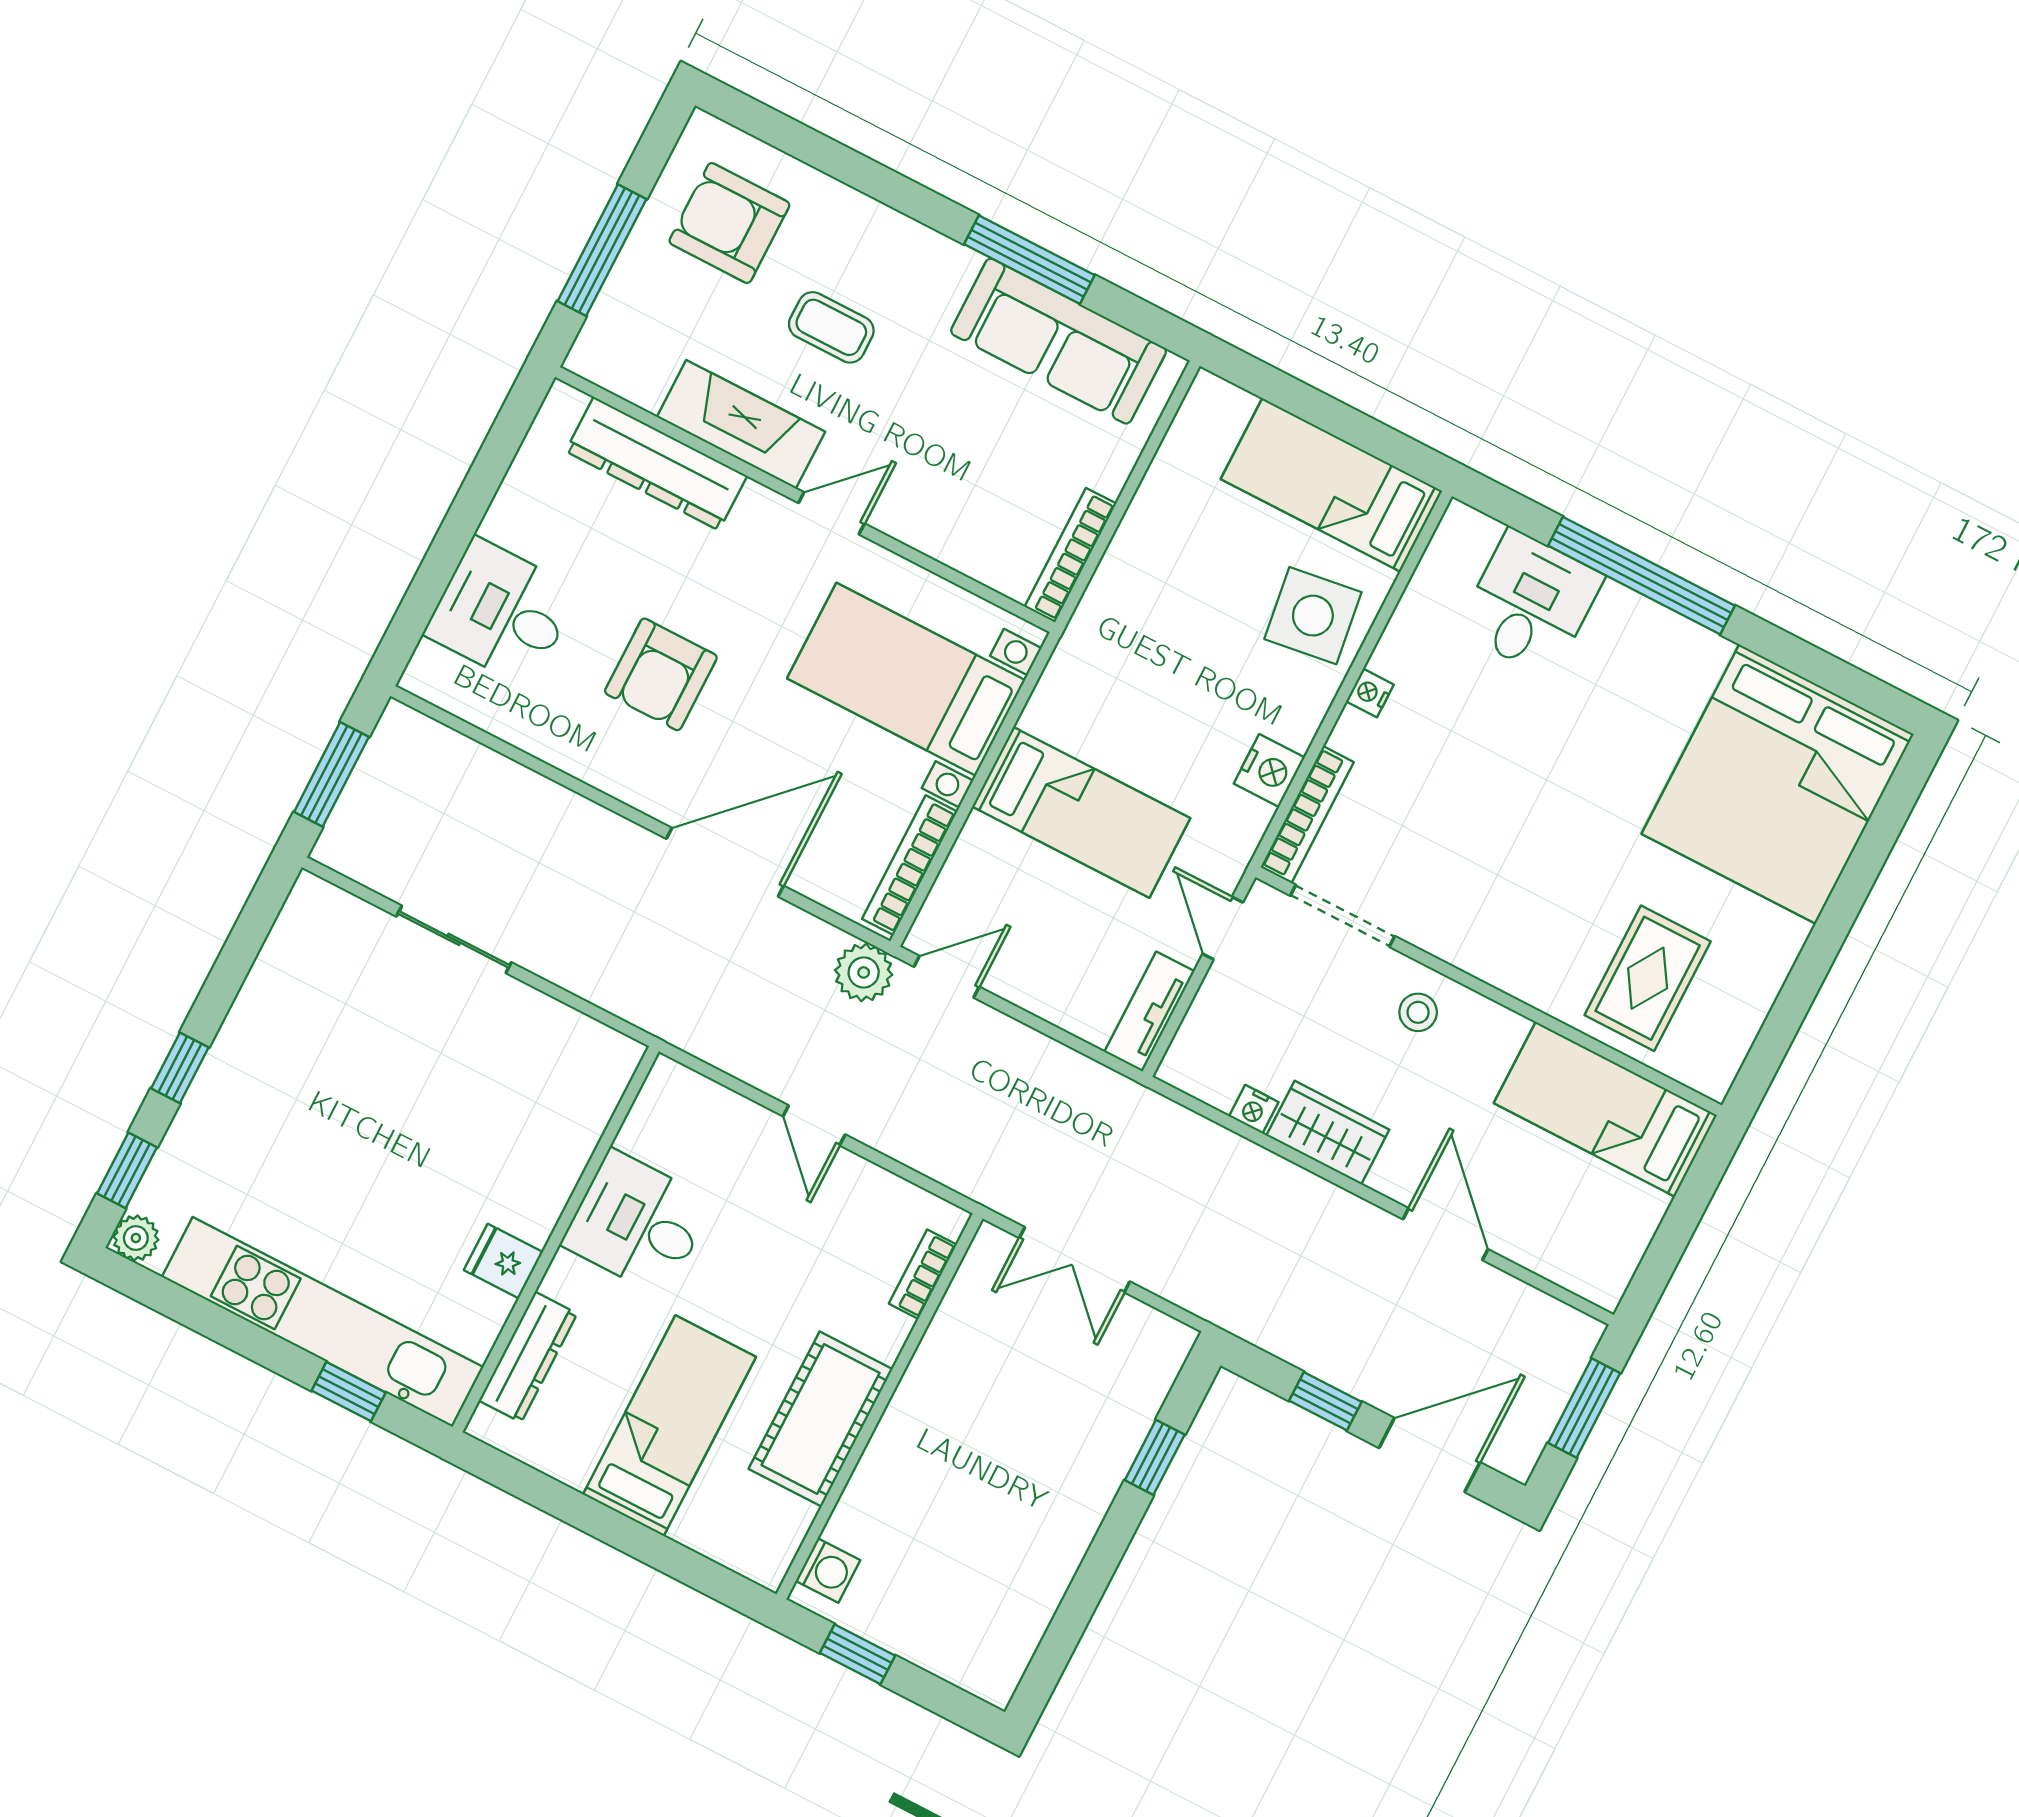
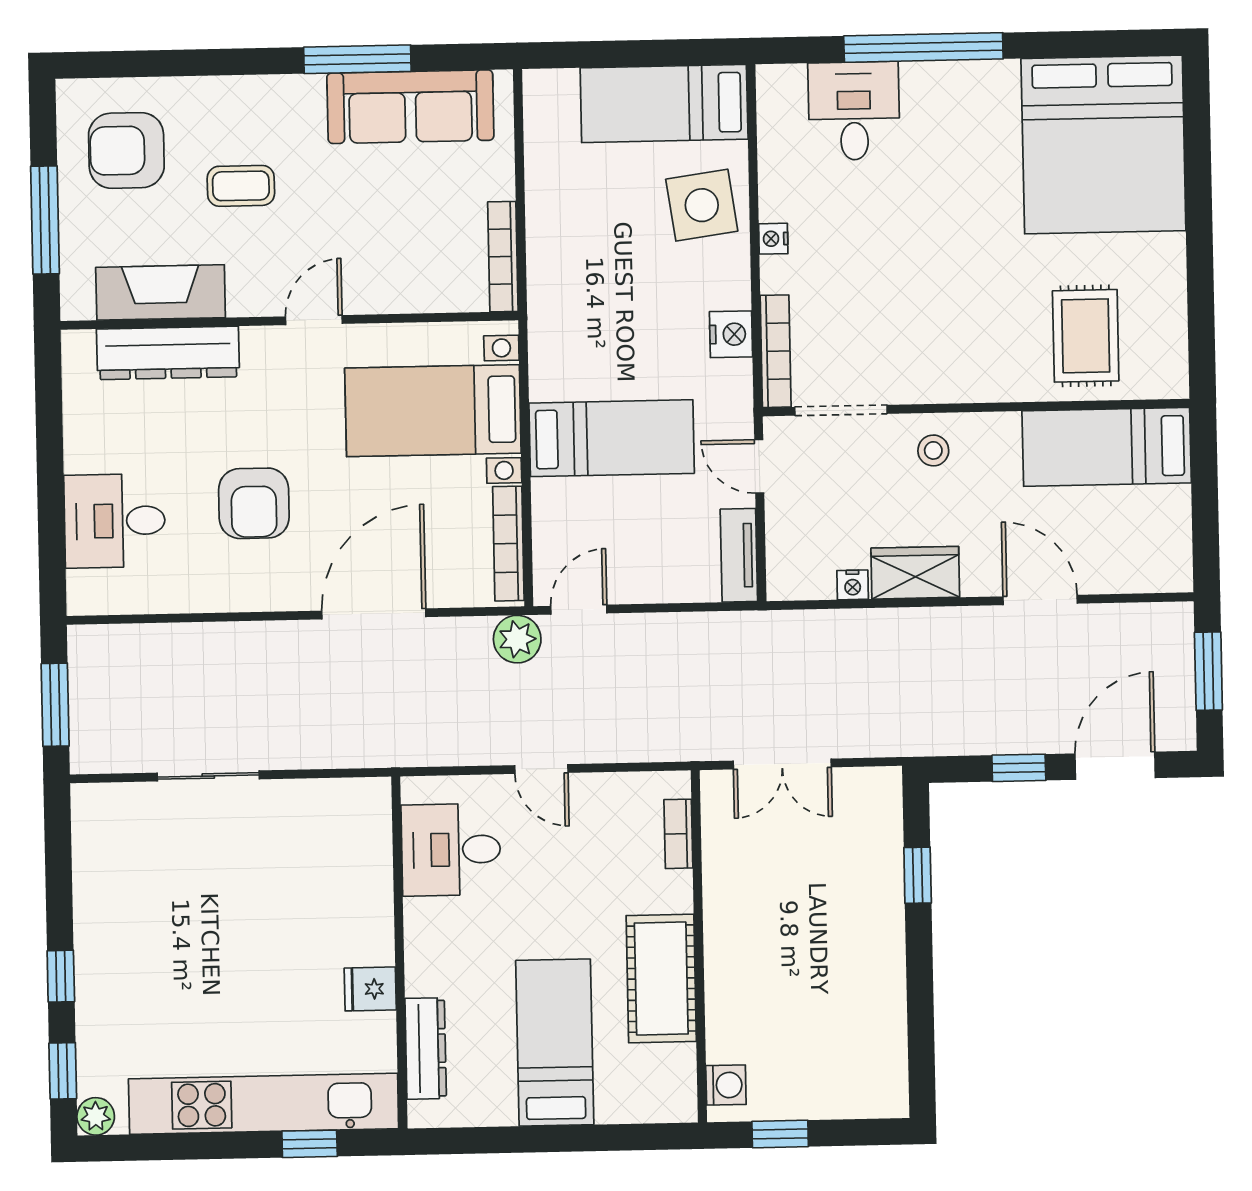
fireplace: (741, 424) -> (161, 292), moved
desk: (638, 1223) -> (451, 850), moved

